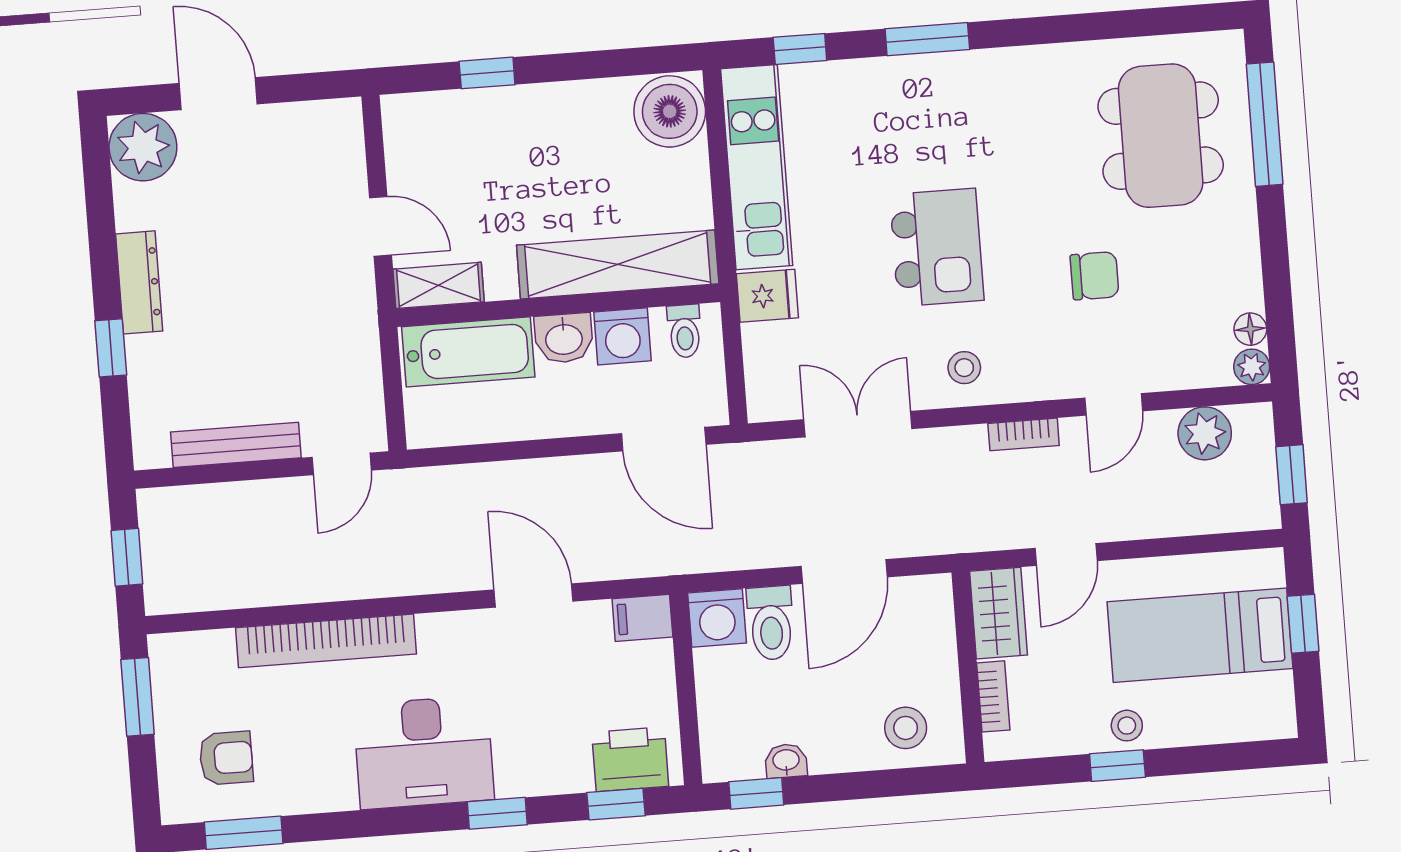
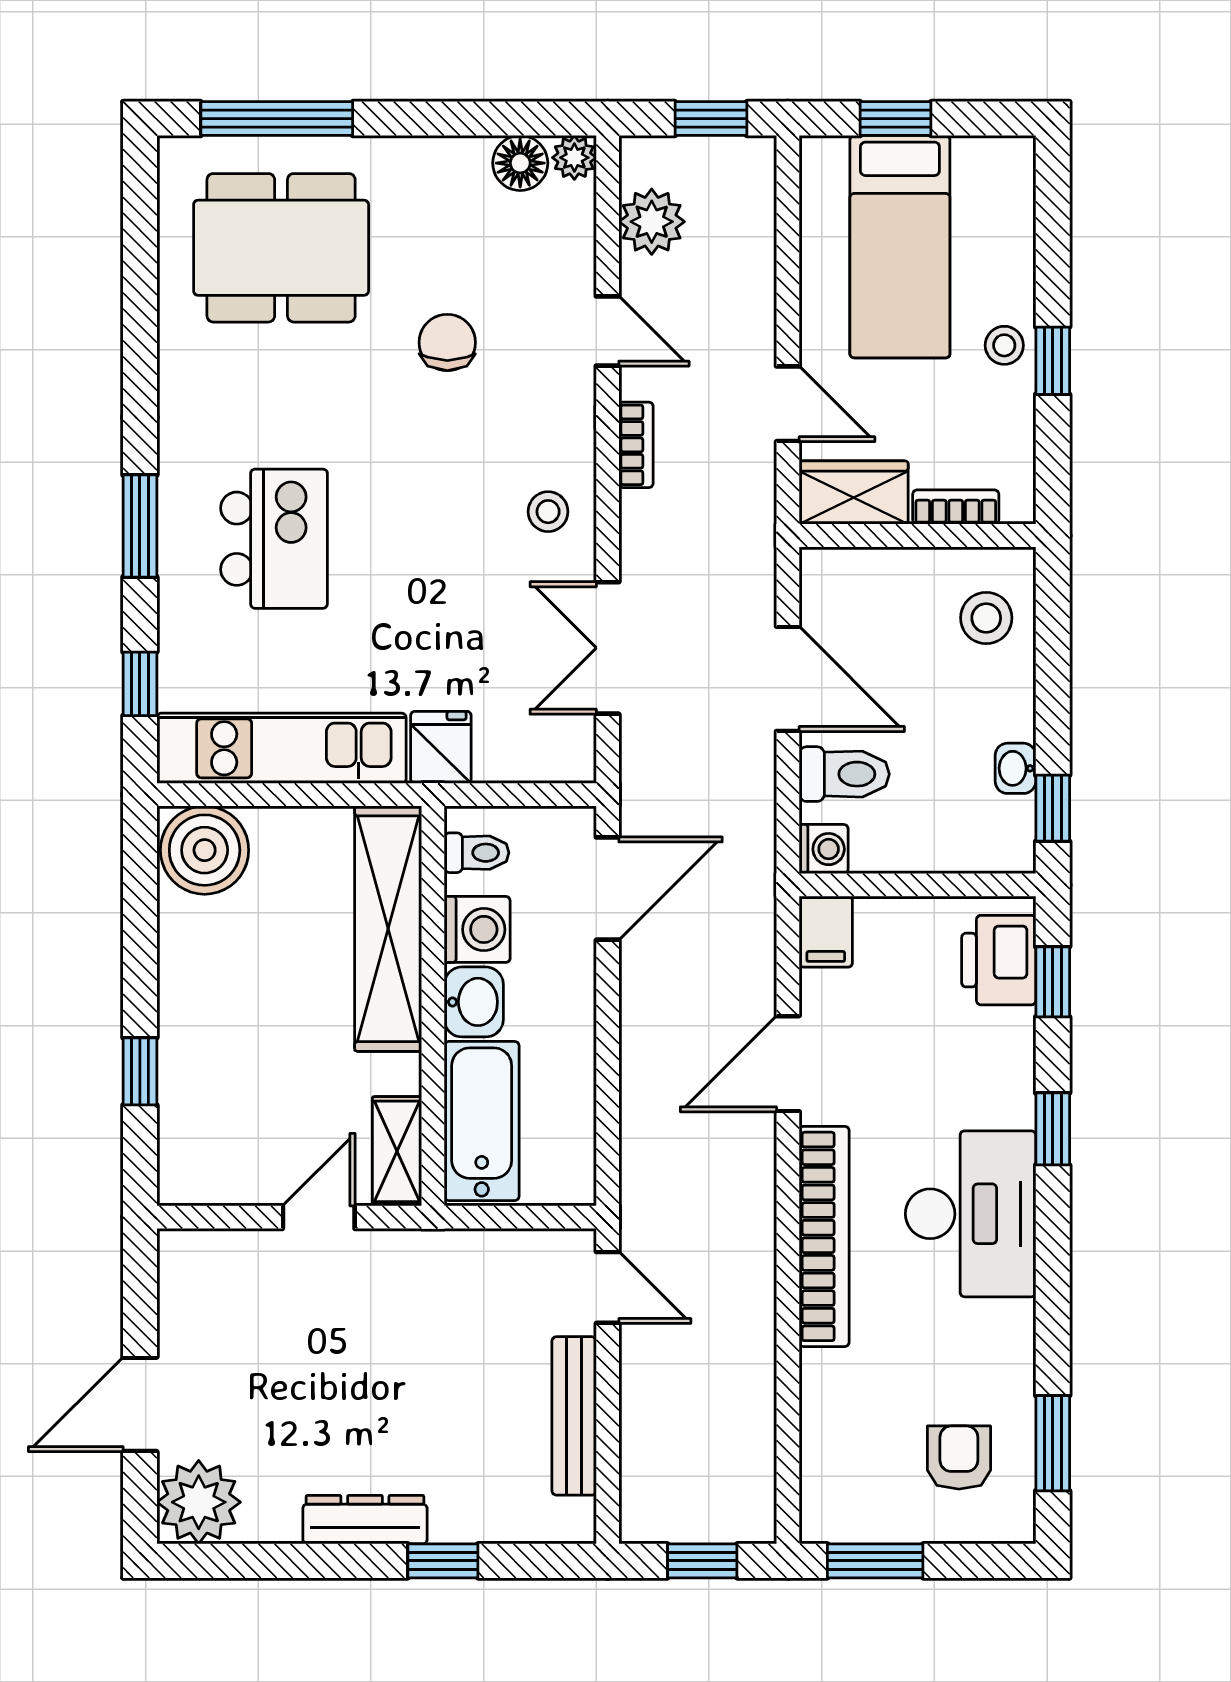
kitchen island: (937, 247) -> (274, 539), moved, turned 90
floor lamp: (1250, 329) -> (520, 163), width x1.37, depth x1.37
washing machine: (717, 618) -> (824, 849), width x0.73, depth x0.73
bookcase: (326, 641) -> (824, 1236), moved

